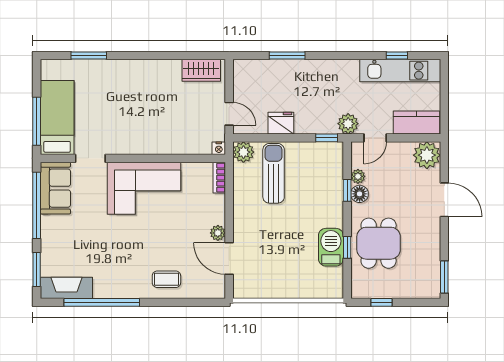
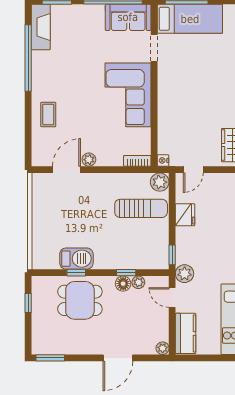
plant: (427, 155) -> (163, 348), width x0.53, depth x0.53

